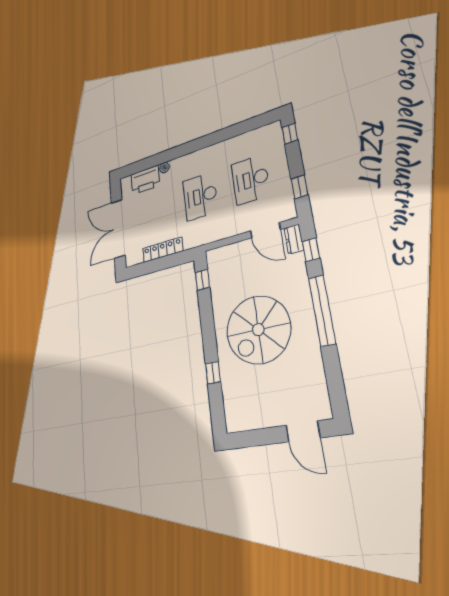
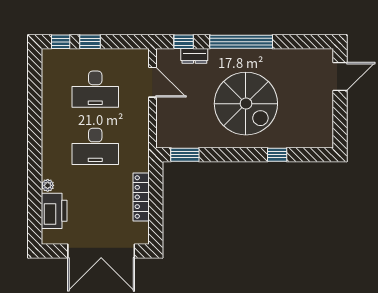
window: (300, 187) -> (90, 42), moved
door: (265, 230) -> (153, 82), hinge flipped
dresser: (294, 239) -> (194, 56), moved
window: (202, 280) -> (185, 155), width x1.50

